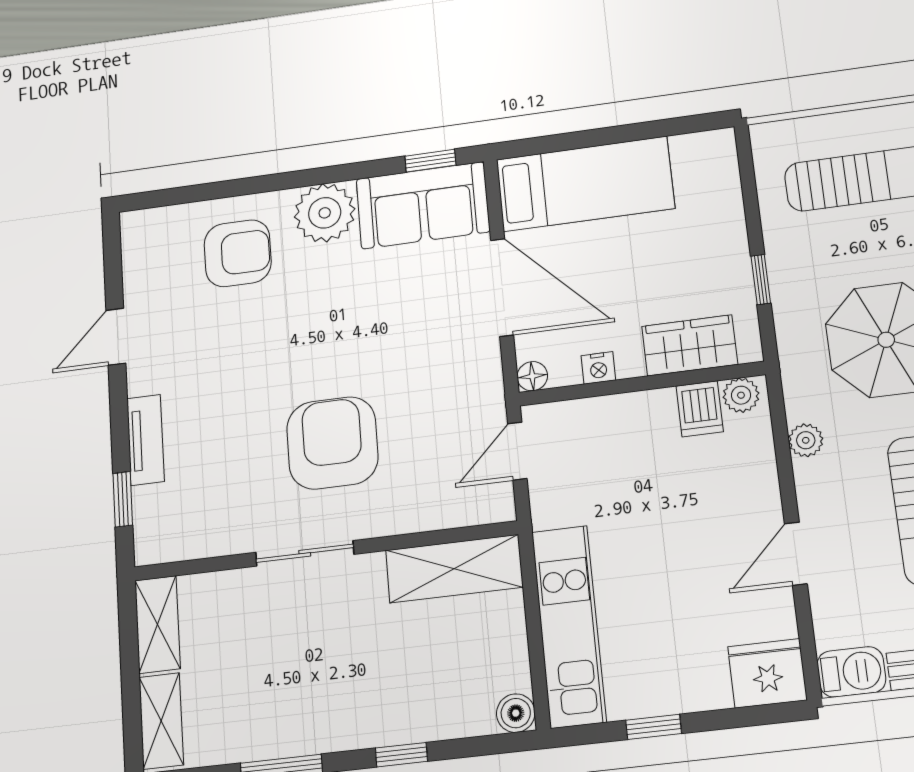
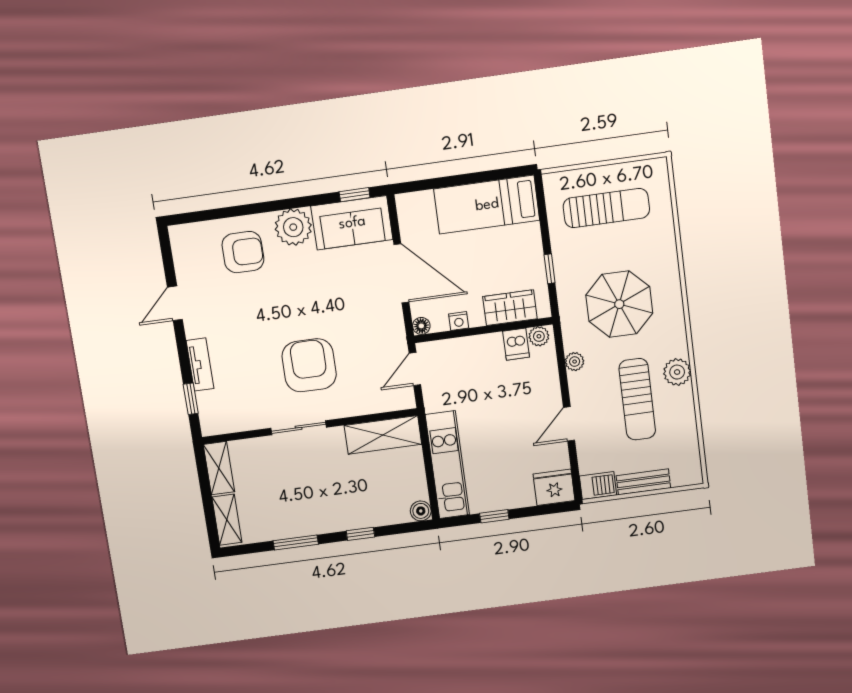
bed: (585, 184) -> (487, 205), moved, turned 180

